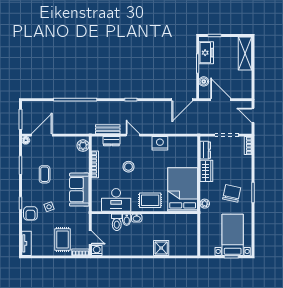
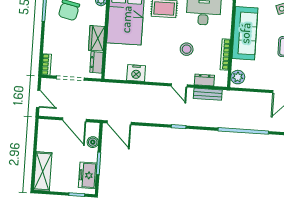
door: (182, 100) -> (119, 123), swing flipped
nightstand: (160, 143) -> (136, 73), moved
sofa: (79, 190) -> (245, 33), width x1.36

